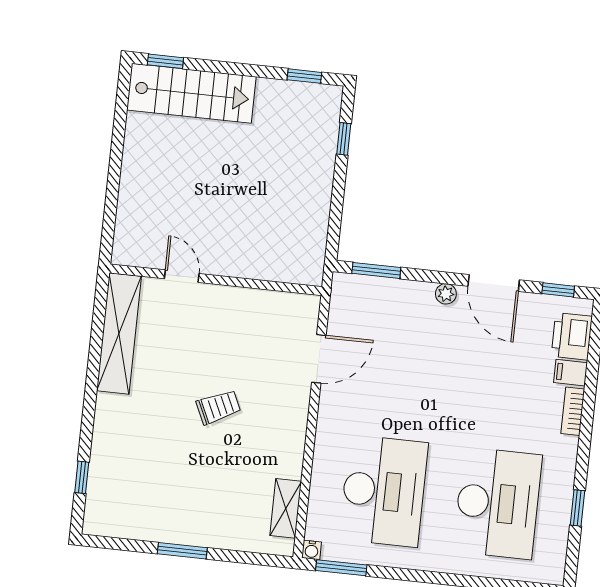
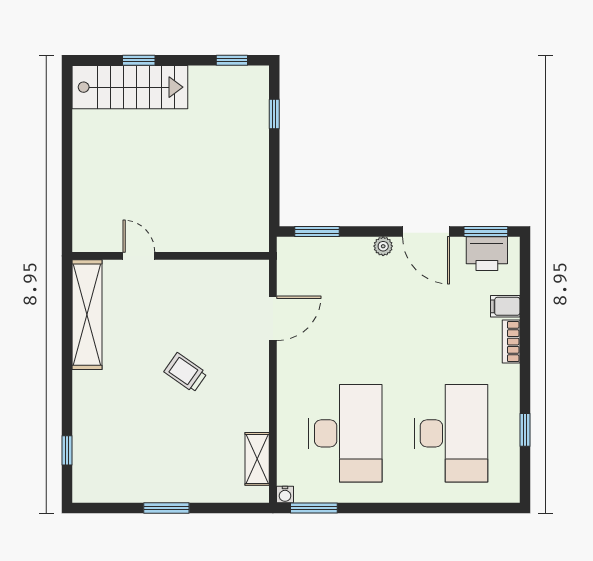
window: (165, 61) -> (139, 60), moved
window: (558, 290) -> (486, 232), width x1.50
printer: (572, 336) -> (487, 254), moved, turned -90
trolley: (218, 407) -> (185, 372), turned -120

